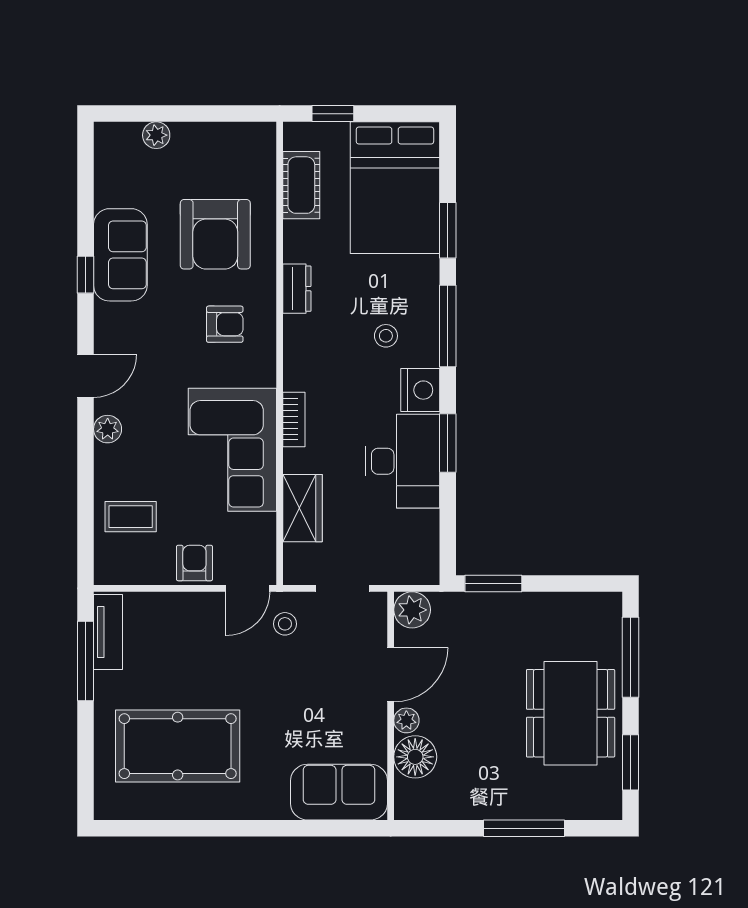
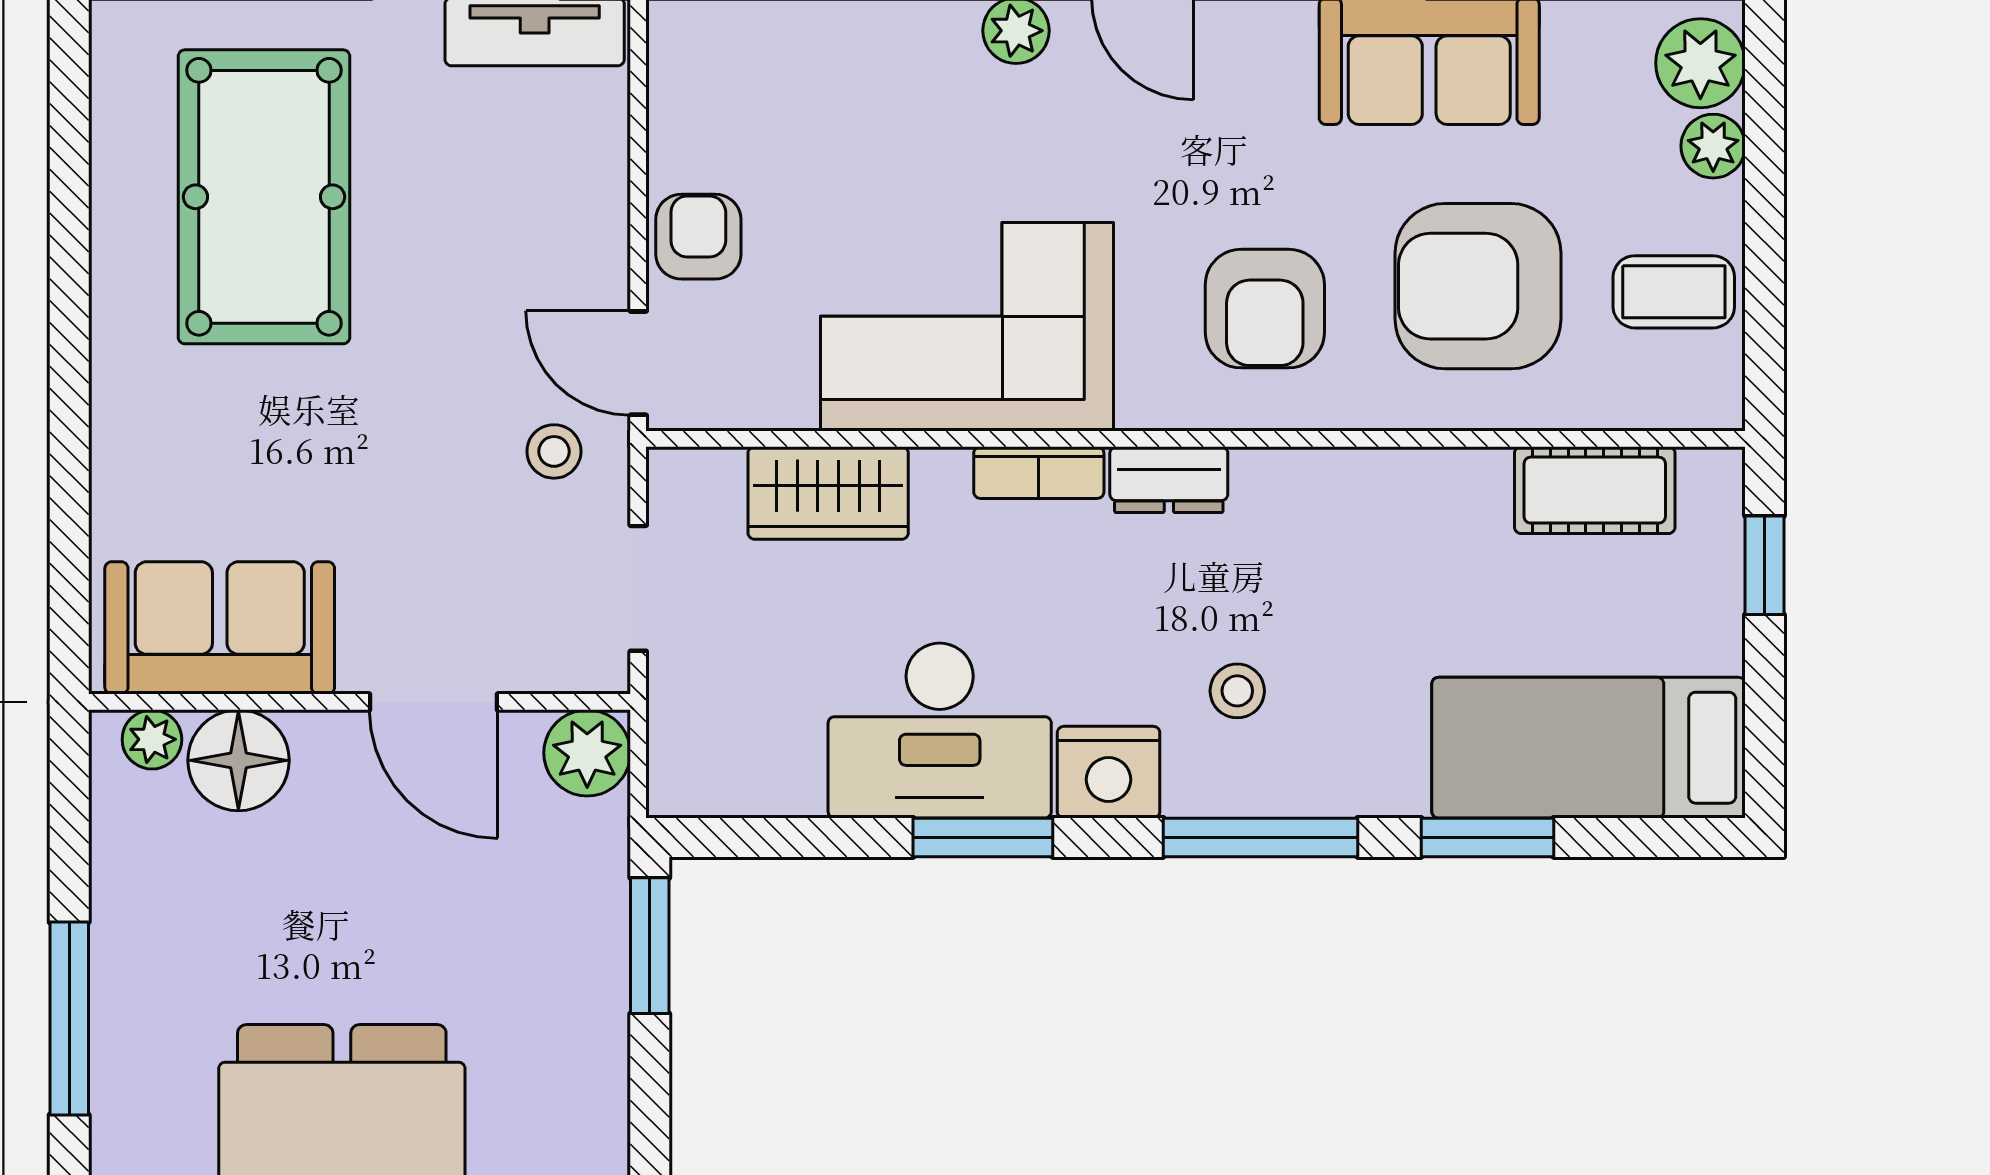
plant: (121, 140) -> (1700, 63), added
bed: (395, 188) -> (1589, 748), width x0.67
dresser: (297, 289) -> (1169, 480), moved
armchair: (225, 324) -> (1265, 309), width x1.38, depth x1.38
coffee table: (131, 517) -> (1674, 292), moved, turned 90
armchair: (194, 563) -> (698, 237), turned -90
plant: (406, 720) -> (152, 739), moved
sofa: (339, 792) -> (220, 628), moved, turned -90

